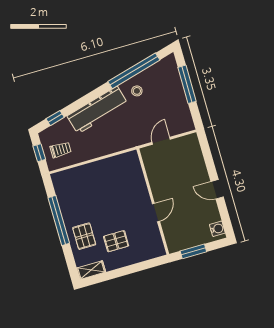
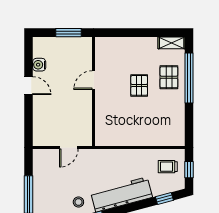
window: (59, 221) -> (189, 78), moved
water cooler: (217, 229) -> (39, 65), moved
pallet: (116, 241) -> (139, 85), moved, turned 90

